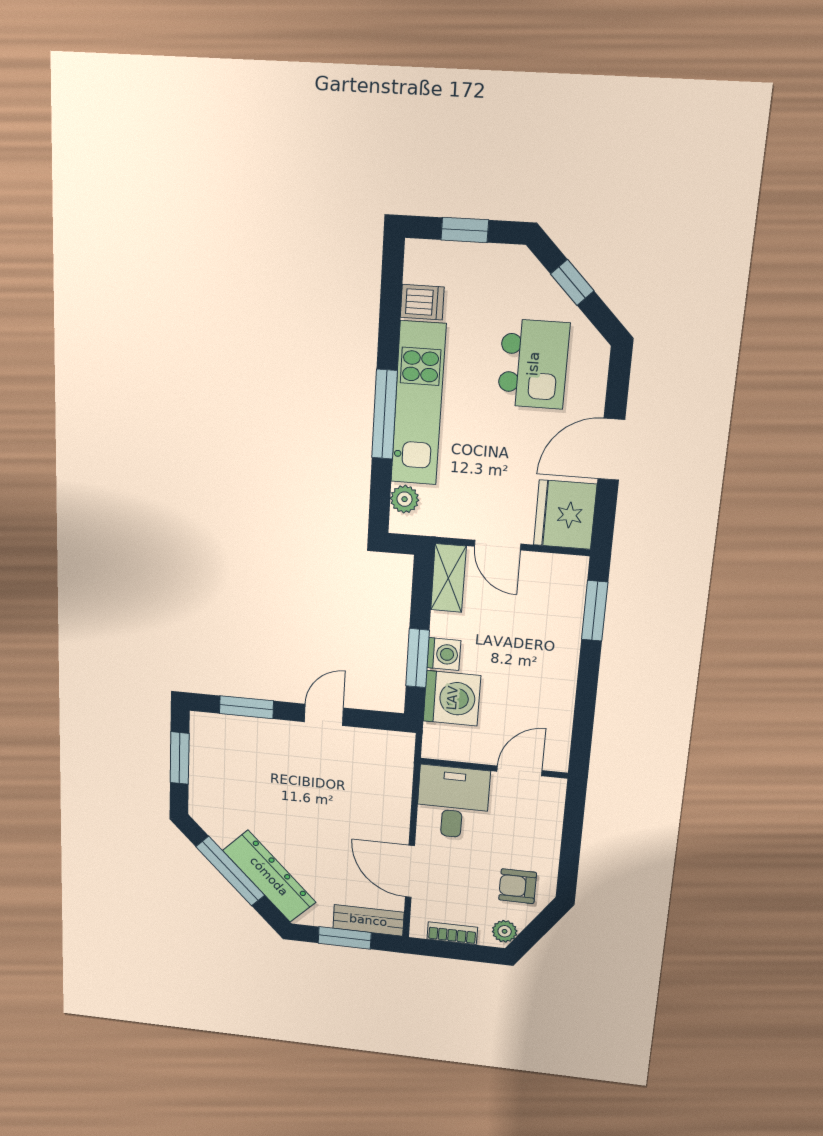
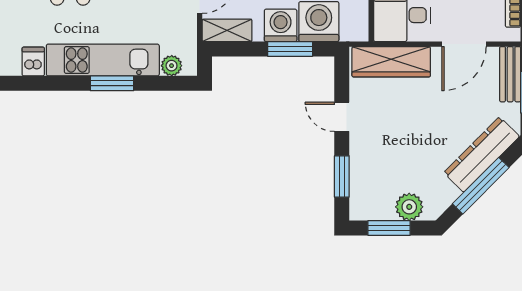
window: (385, 414) -> (112, 83), width x0.69
washing machine: (444, 654) -> (281, 25), width x1.38, depth x1.38
wardrobe: (393, 783) -> (391, 62), added
plant: (206, 785) -> (409, 207), added

